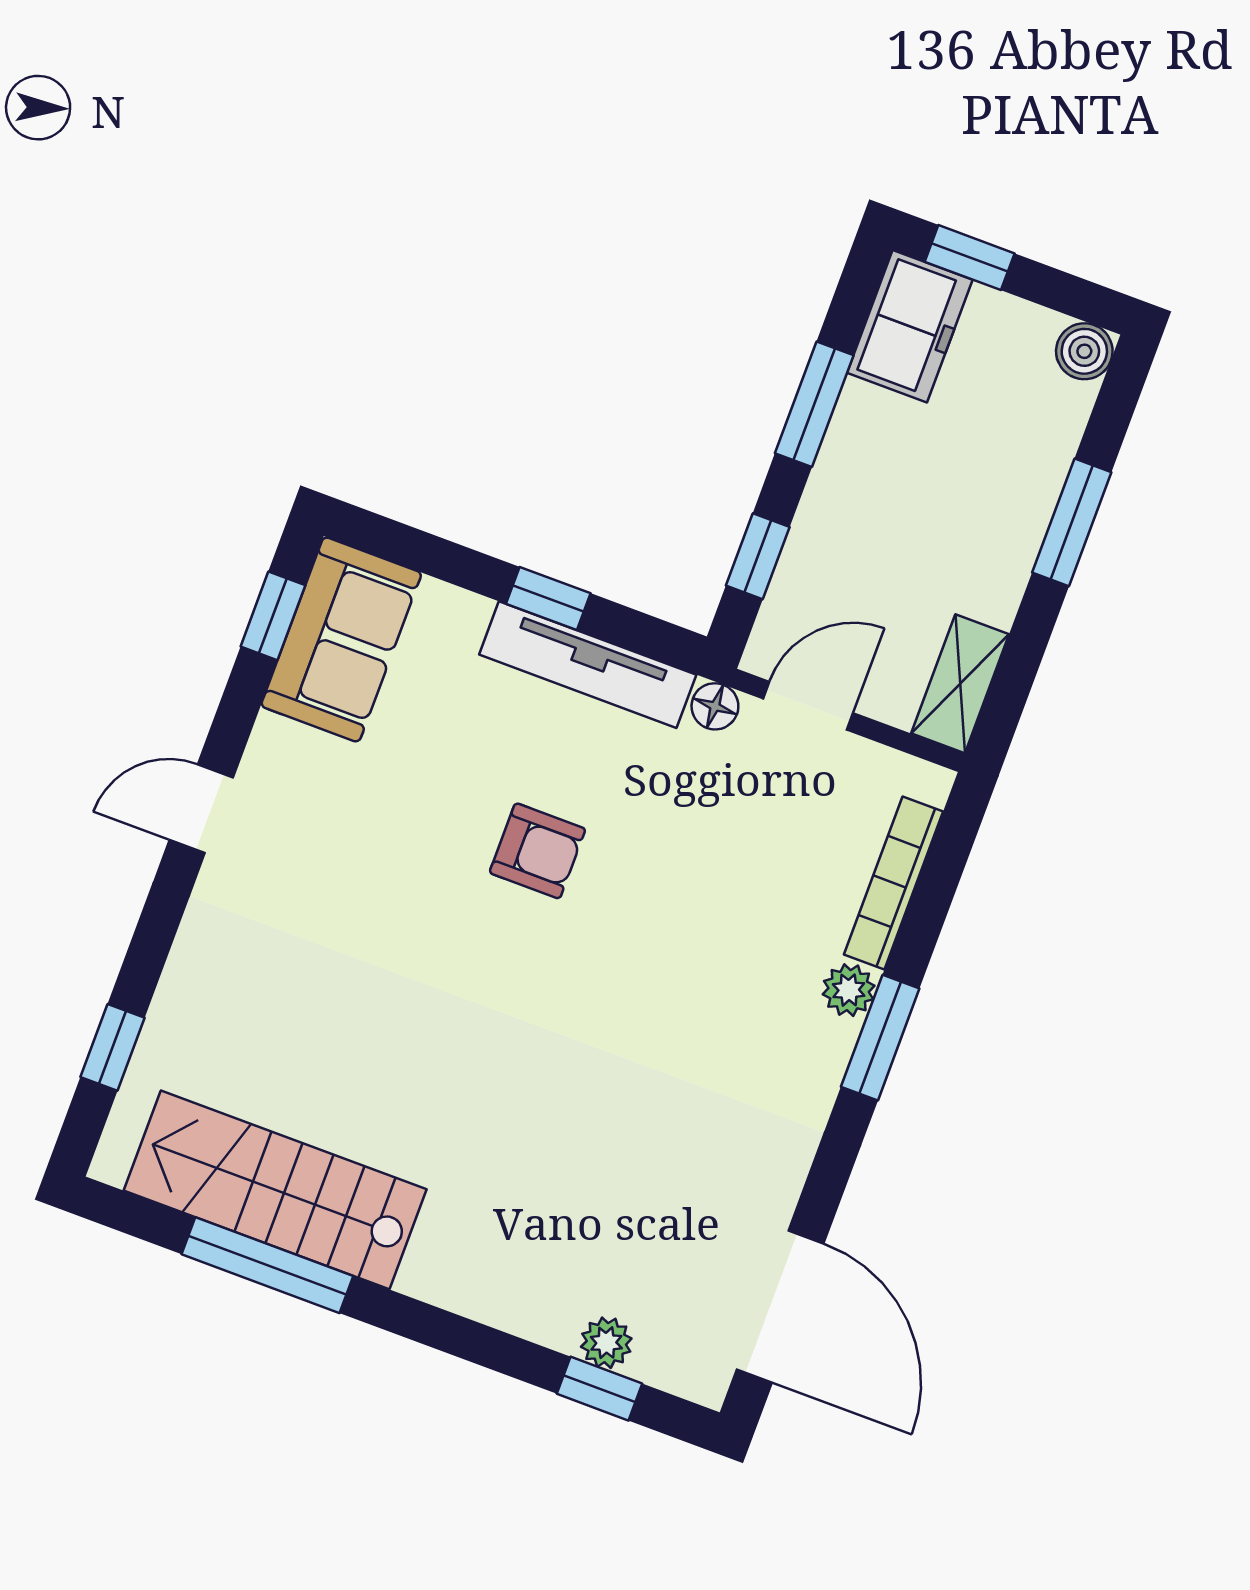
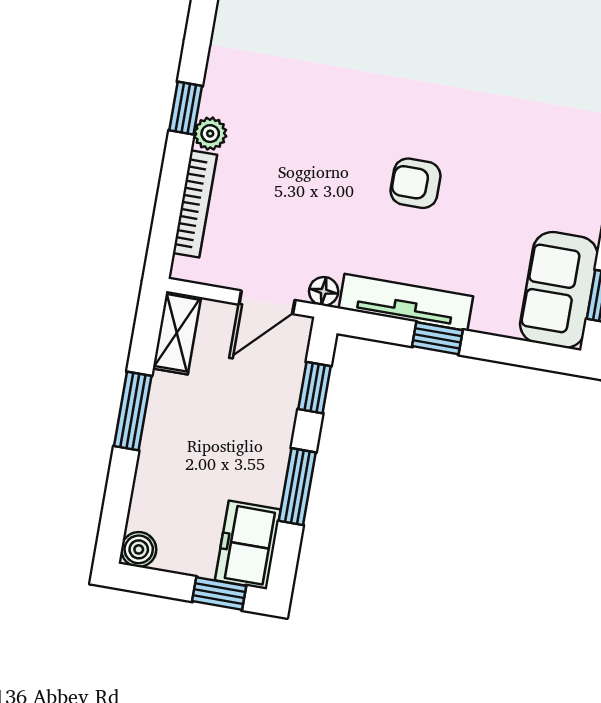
window: (1072, 522) -> (133, 411), moved
window: (880, 1038) -> (186, 108), width x0.67

